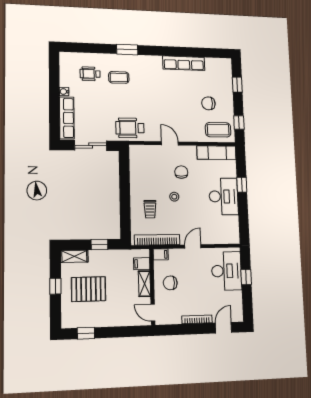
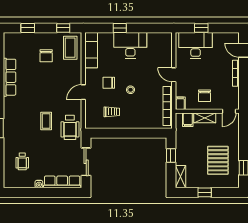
coffee table: (119, 77) -> (46, 121), moved
trolley: (150, 209) -> (112, 112), moved
pallet: (89, 289) -> (218, 160), moved

